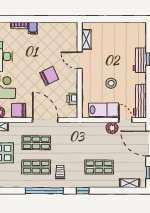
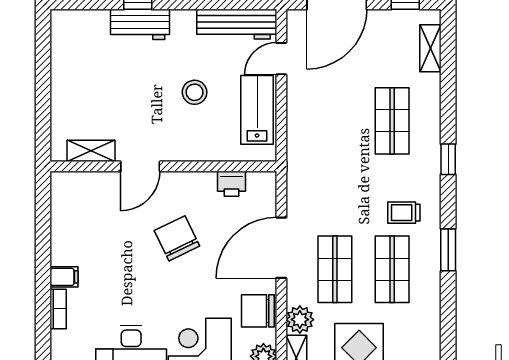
chair: (19, 110) -> (258, 311), turned 90
plant: (112, 128) -> (300, 320), moved
window: (44, 191) -> (448, 250), width x0.47

